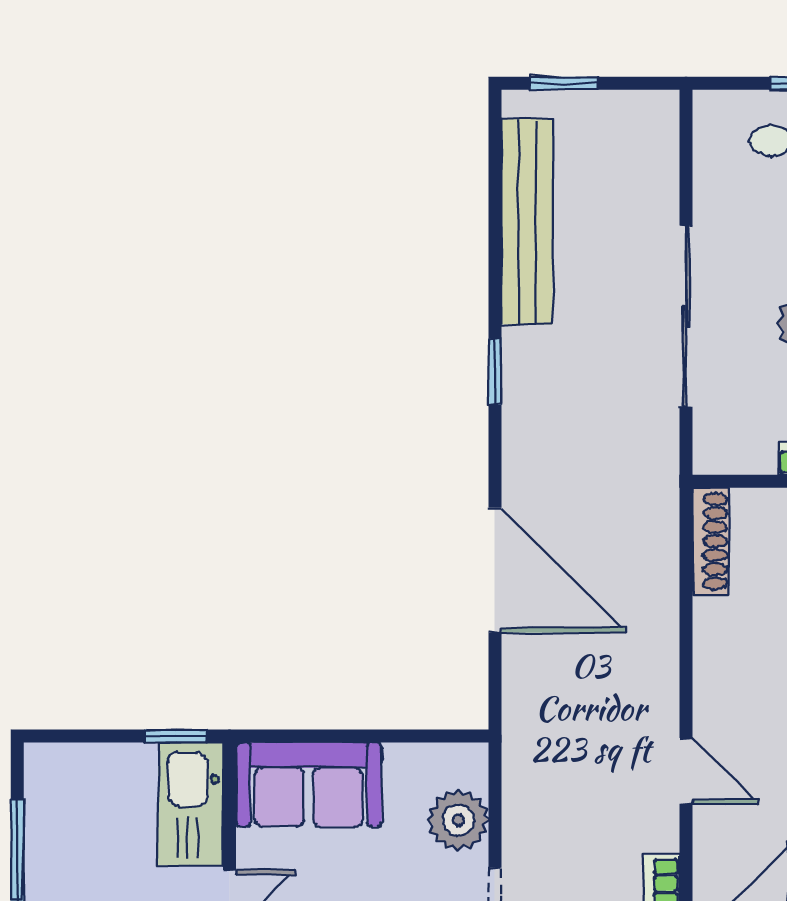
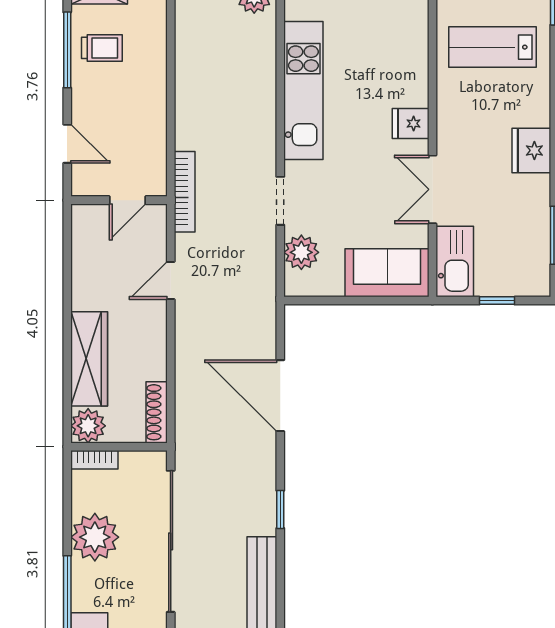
sliding door: (686, 316) -> (171, 541), width x1.36
window: (176, 736) -> (497, 301), moved
door: (686, 771) -> (171, 281), hinge flipped

